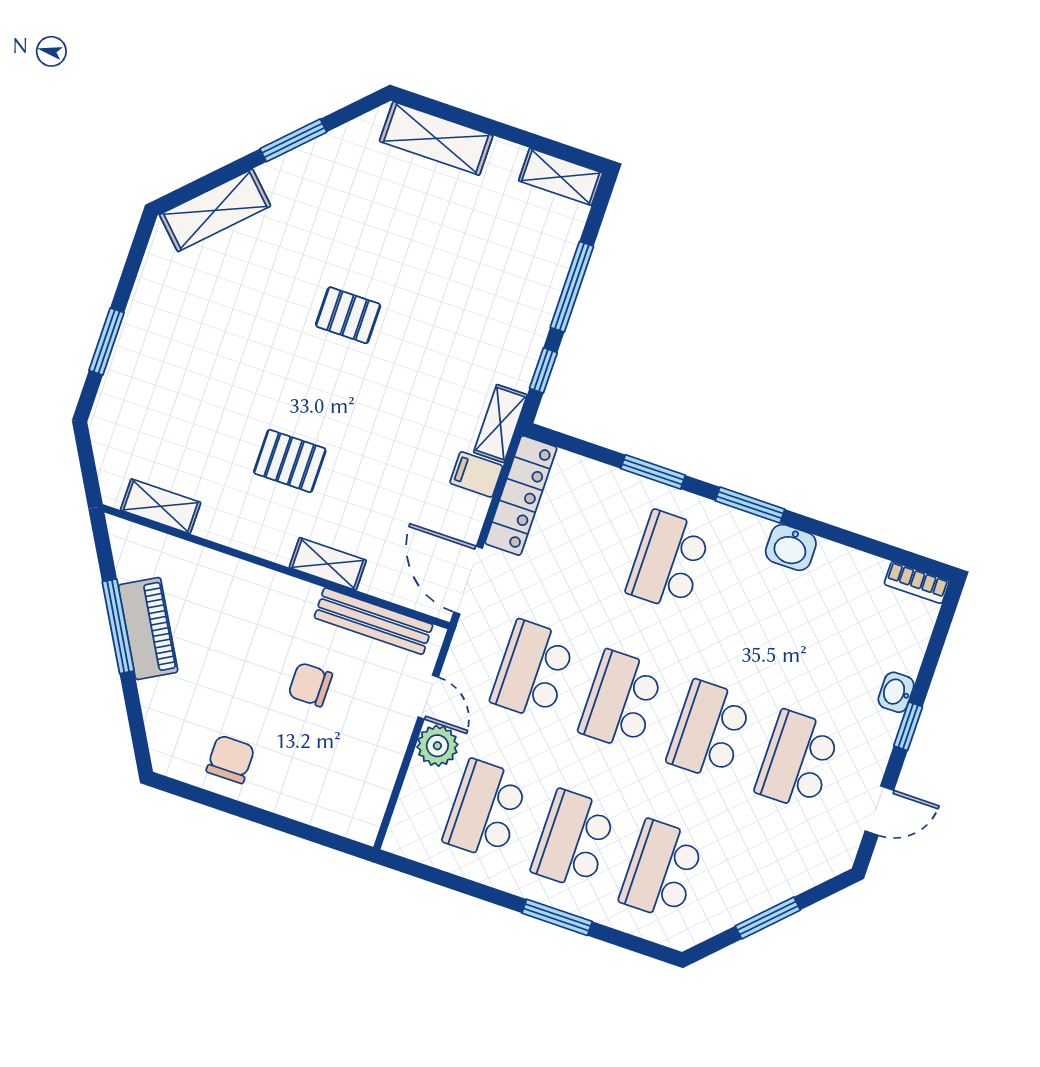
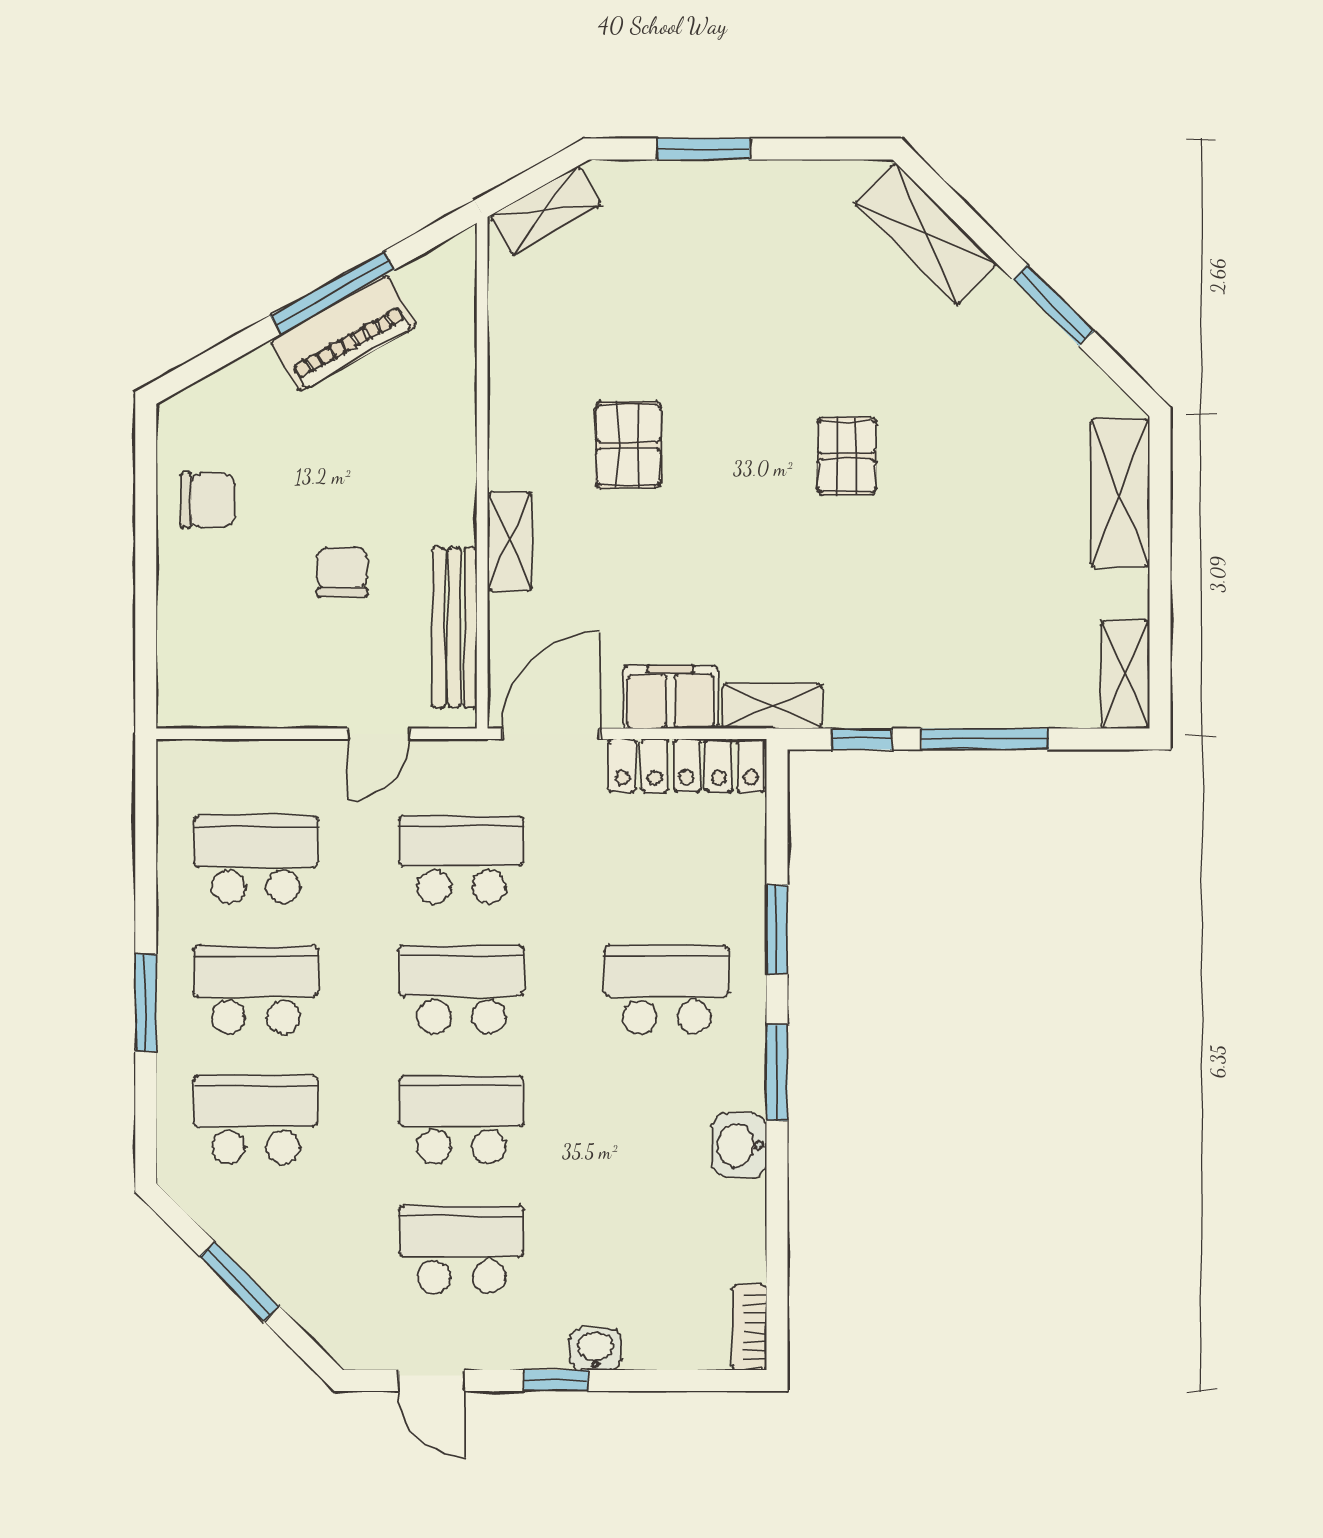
filing cabinet: (476, 474) -> (671, 697), width x2.00
shelving: (161, 506) -> (545, 211), moved, turned 61
plant: (437, 746) -> (319, 768), removed

